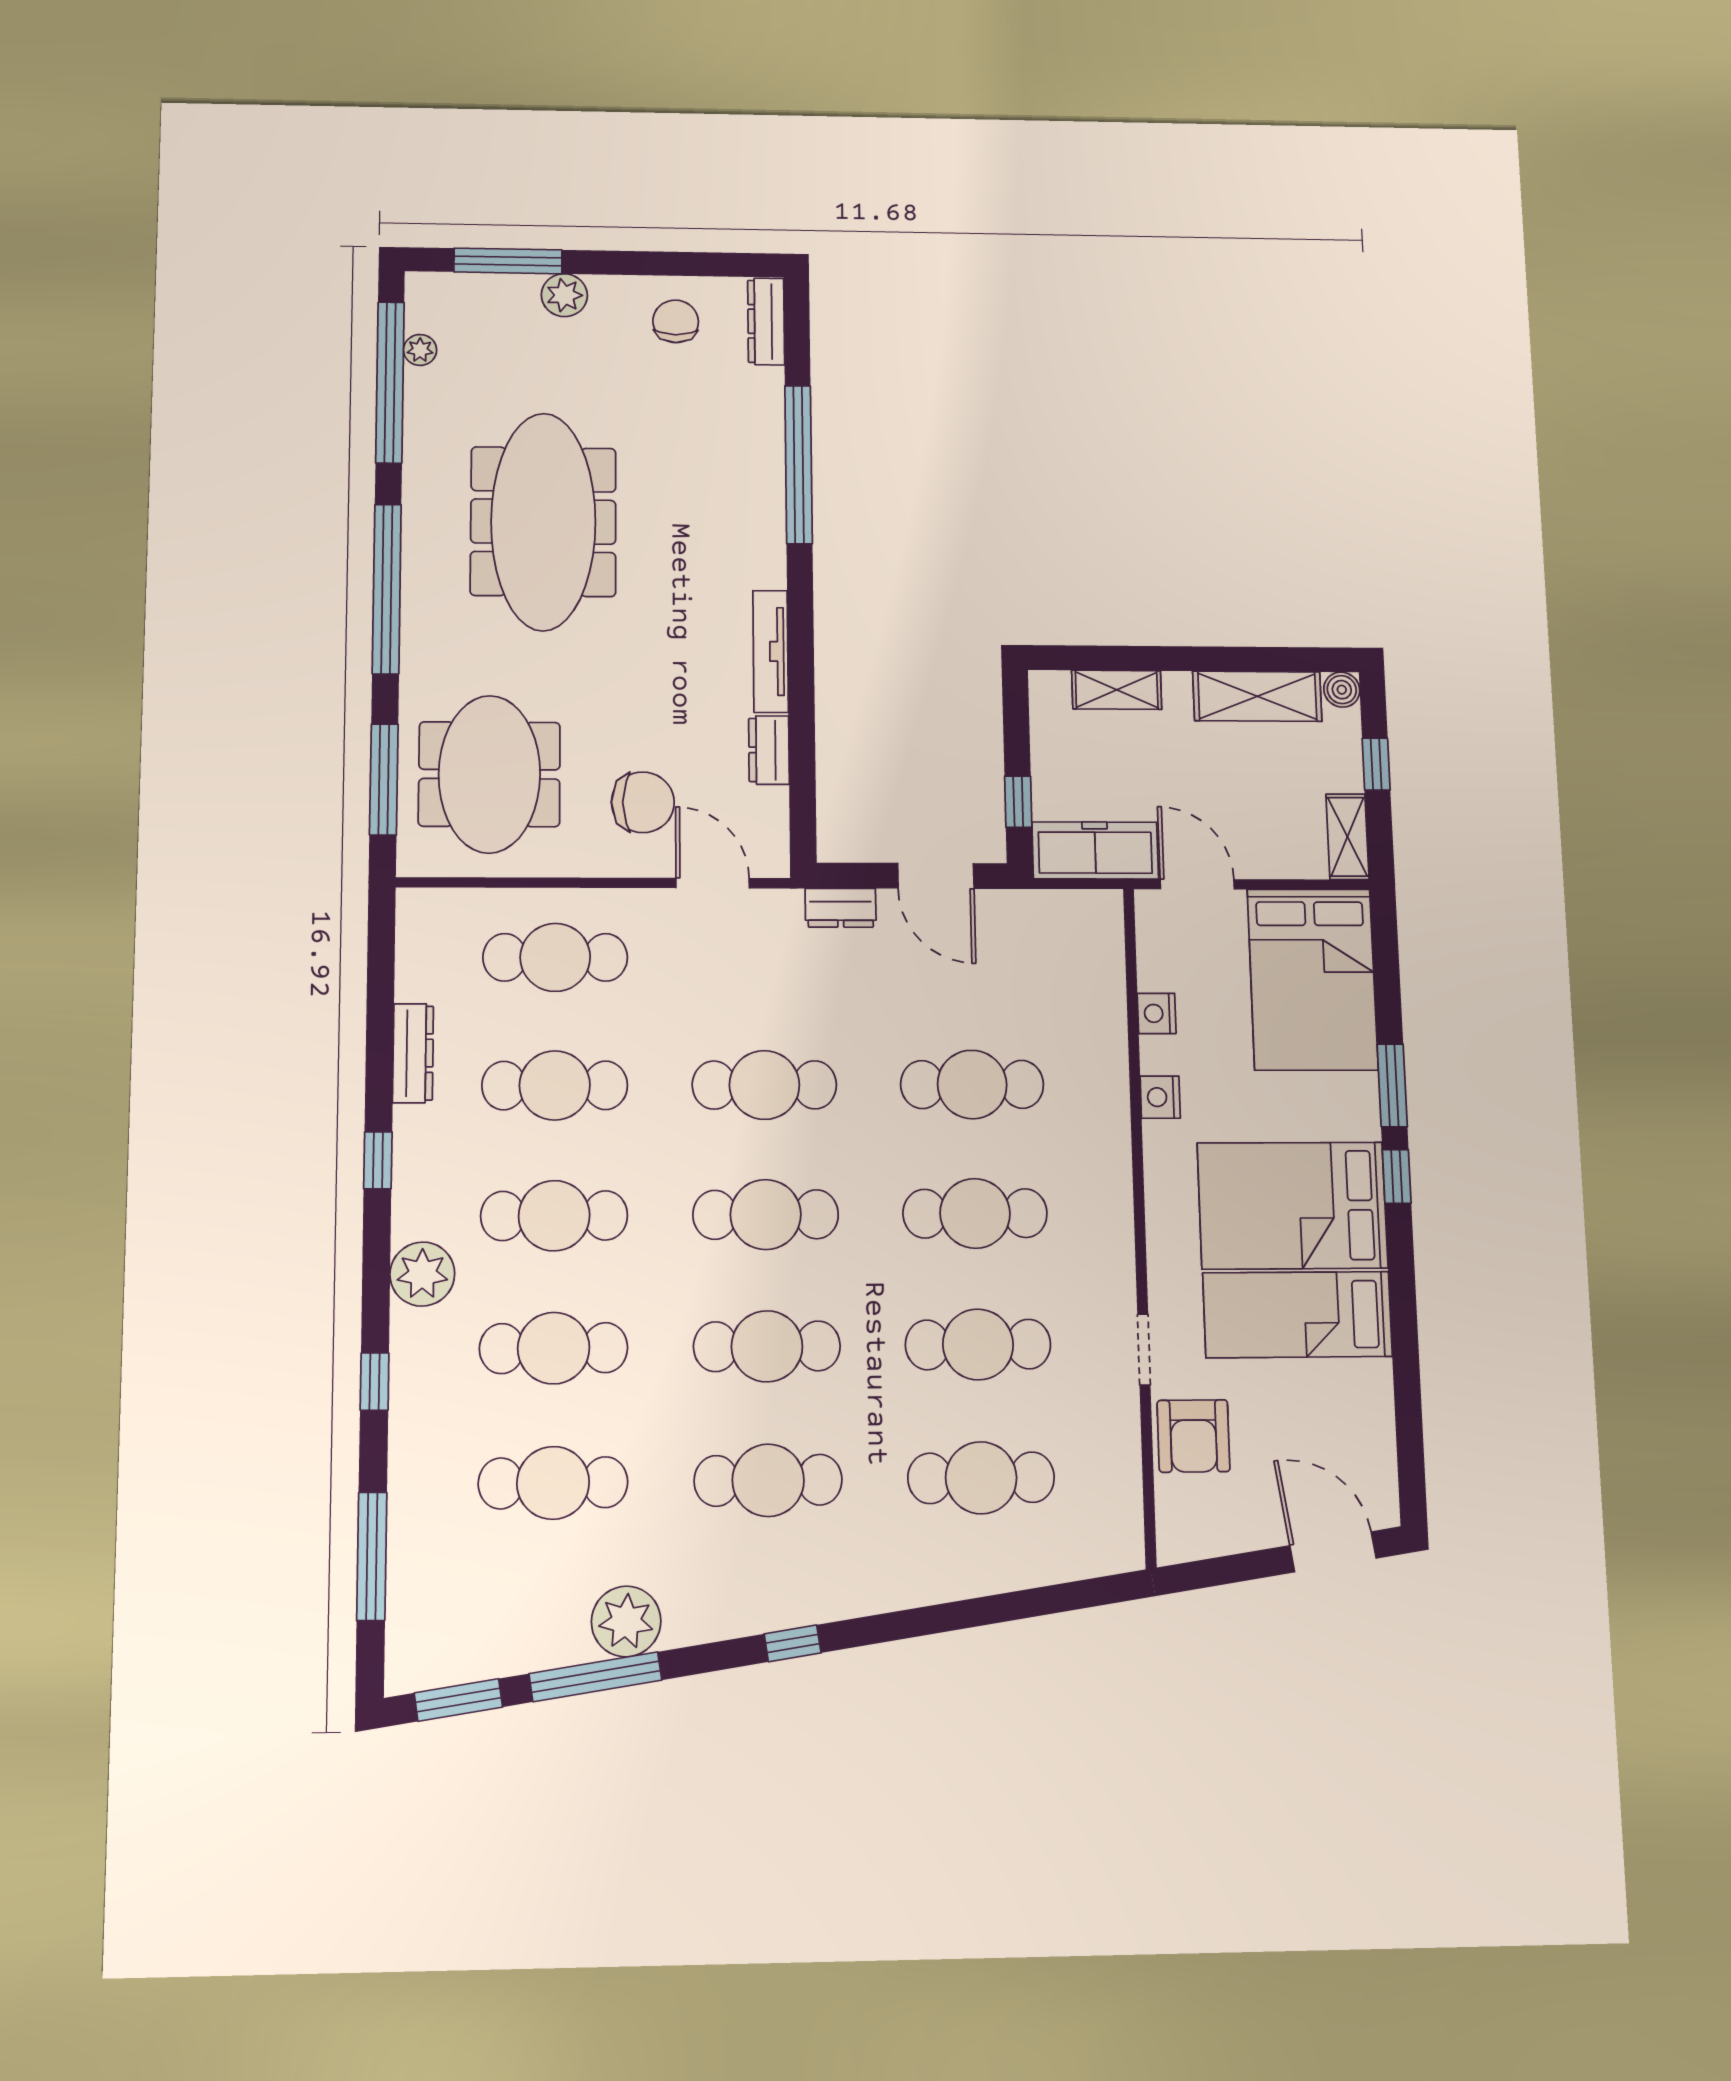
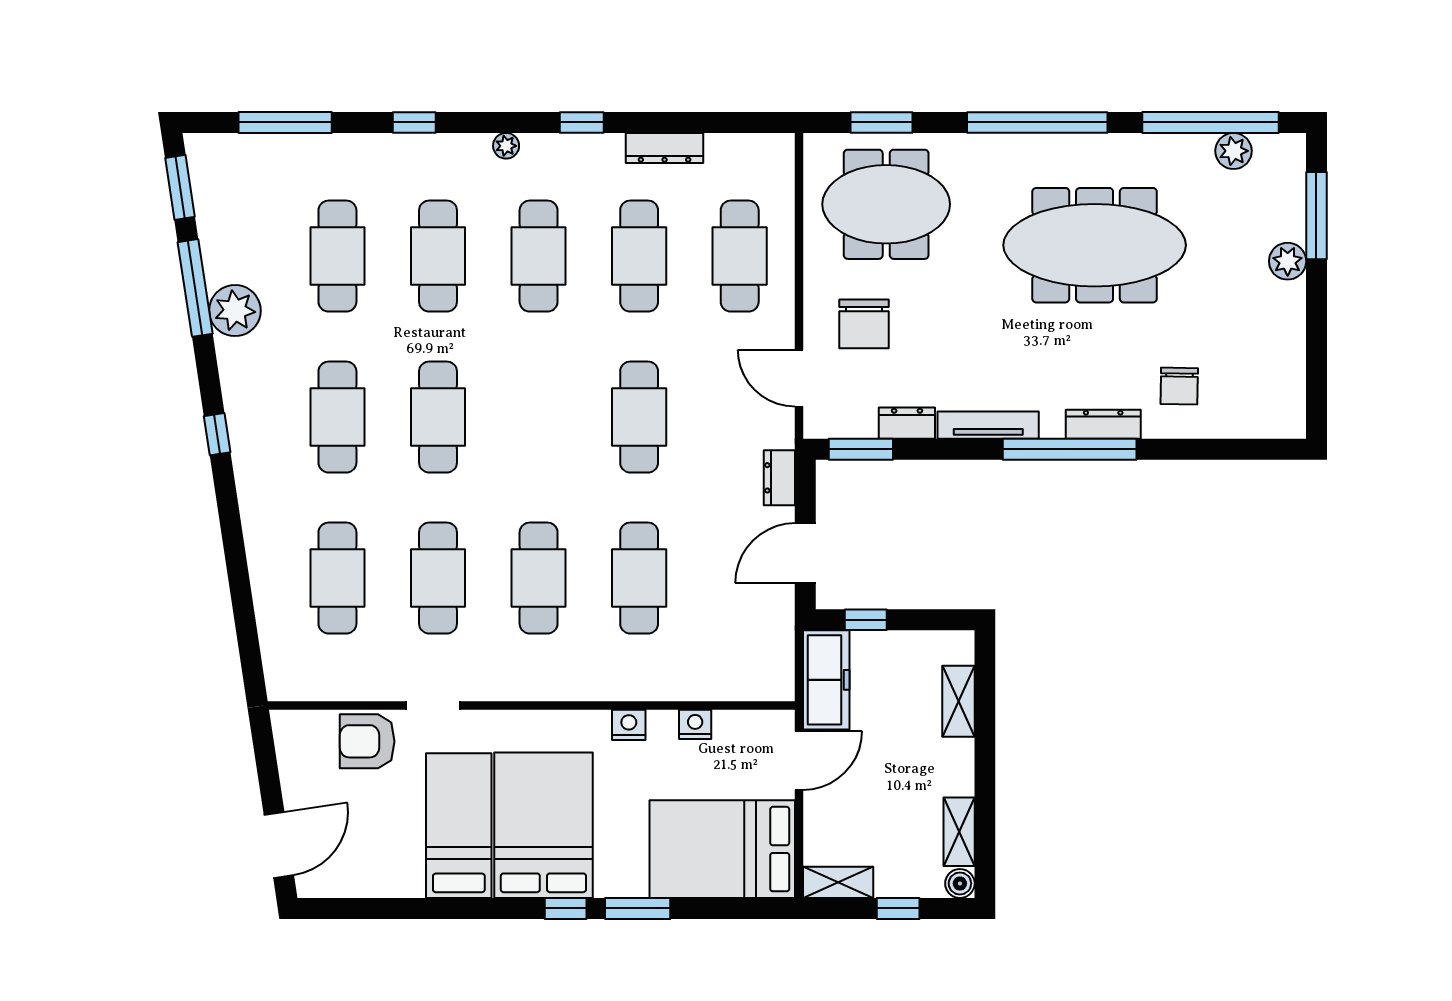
chair: (676, 321) -> (1179, 386), moved, turned 91
dresser: (766, 321) -> (1103, 424), moved
plant: (420, 350) -> (1234, 151), width x1.38, depth x1.38
window: (799, 464) -> (1070, 449), moved
shelving: (1257, 696) -> (959, 832), width x0.67, depth x0.75
window: (384, 779) -> (881, 122), width x0.69
window: (803, 807) -> (861, 449), added
door: (713, 883) -> (799, 378), swing flipped
cafe table: (766, 1215) -> (539, 417), removed
plant: (422, 1274) -> (506, 146), width x0.53, depth x0.53

